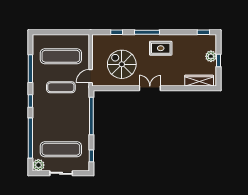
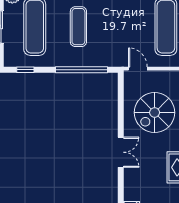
spiral stairs: (122, 64) -> (155, 113), turned 180
exercise mat: (61, 87) -> (78, 27), moved

